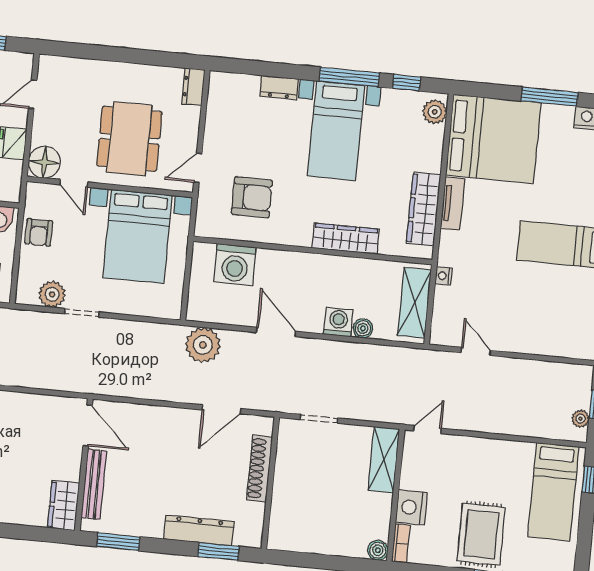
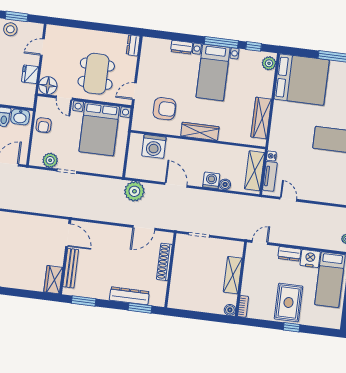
tv unit: (452, 204) -> (270, 176), moved
wardrobe: (346, 239) -> (200, 131), moved
dresser: (480, 448) -> (289, 254), added
shelving: (384, 460) -> (233, 275), moved
nightstand: (411, 507) -> (310, 258), moved, turned 90

